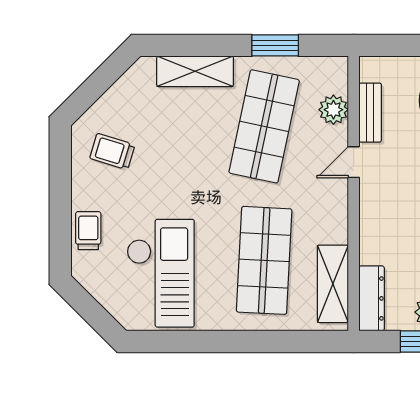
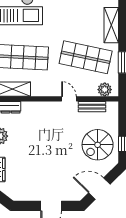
plant: (333, 110) -> (105, 90), moved

